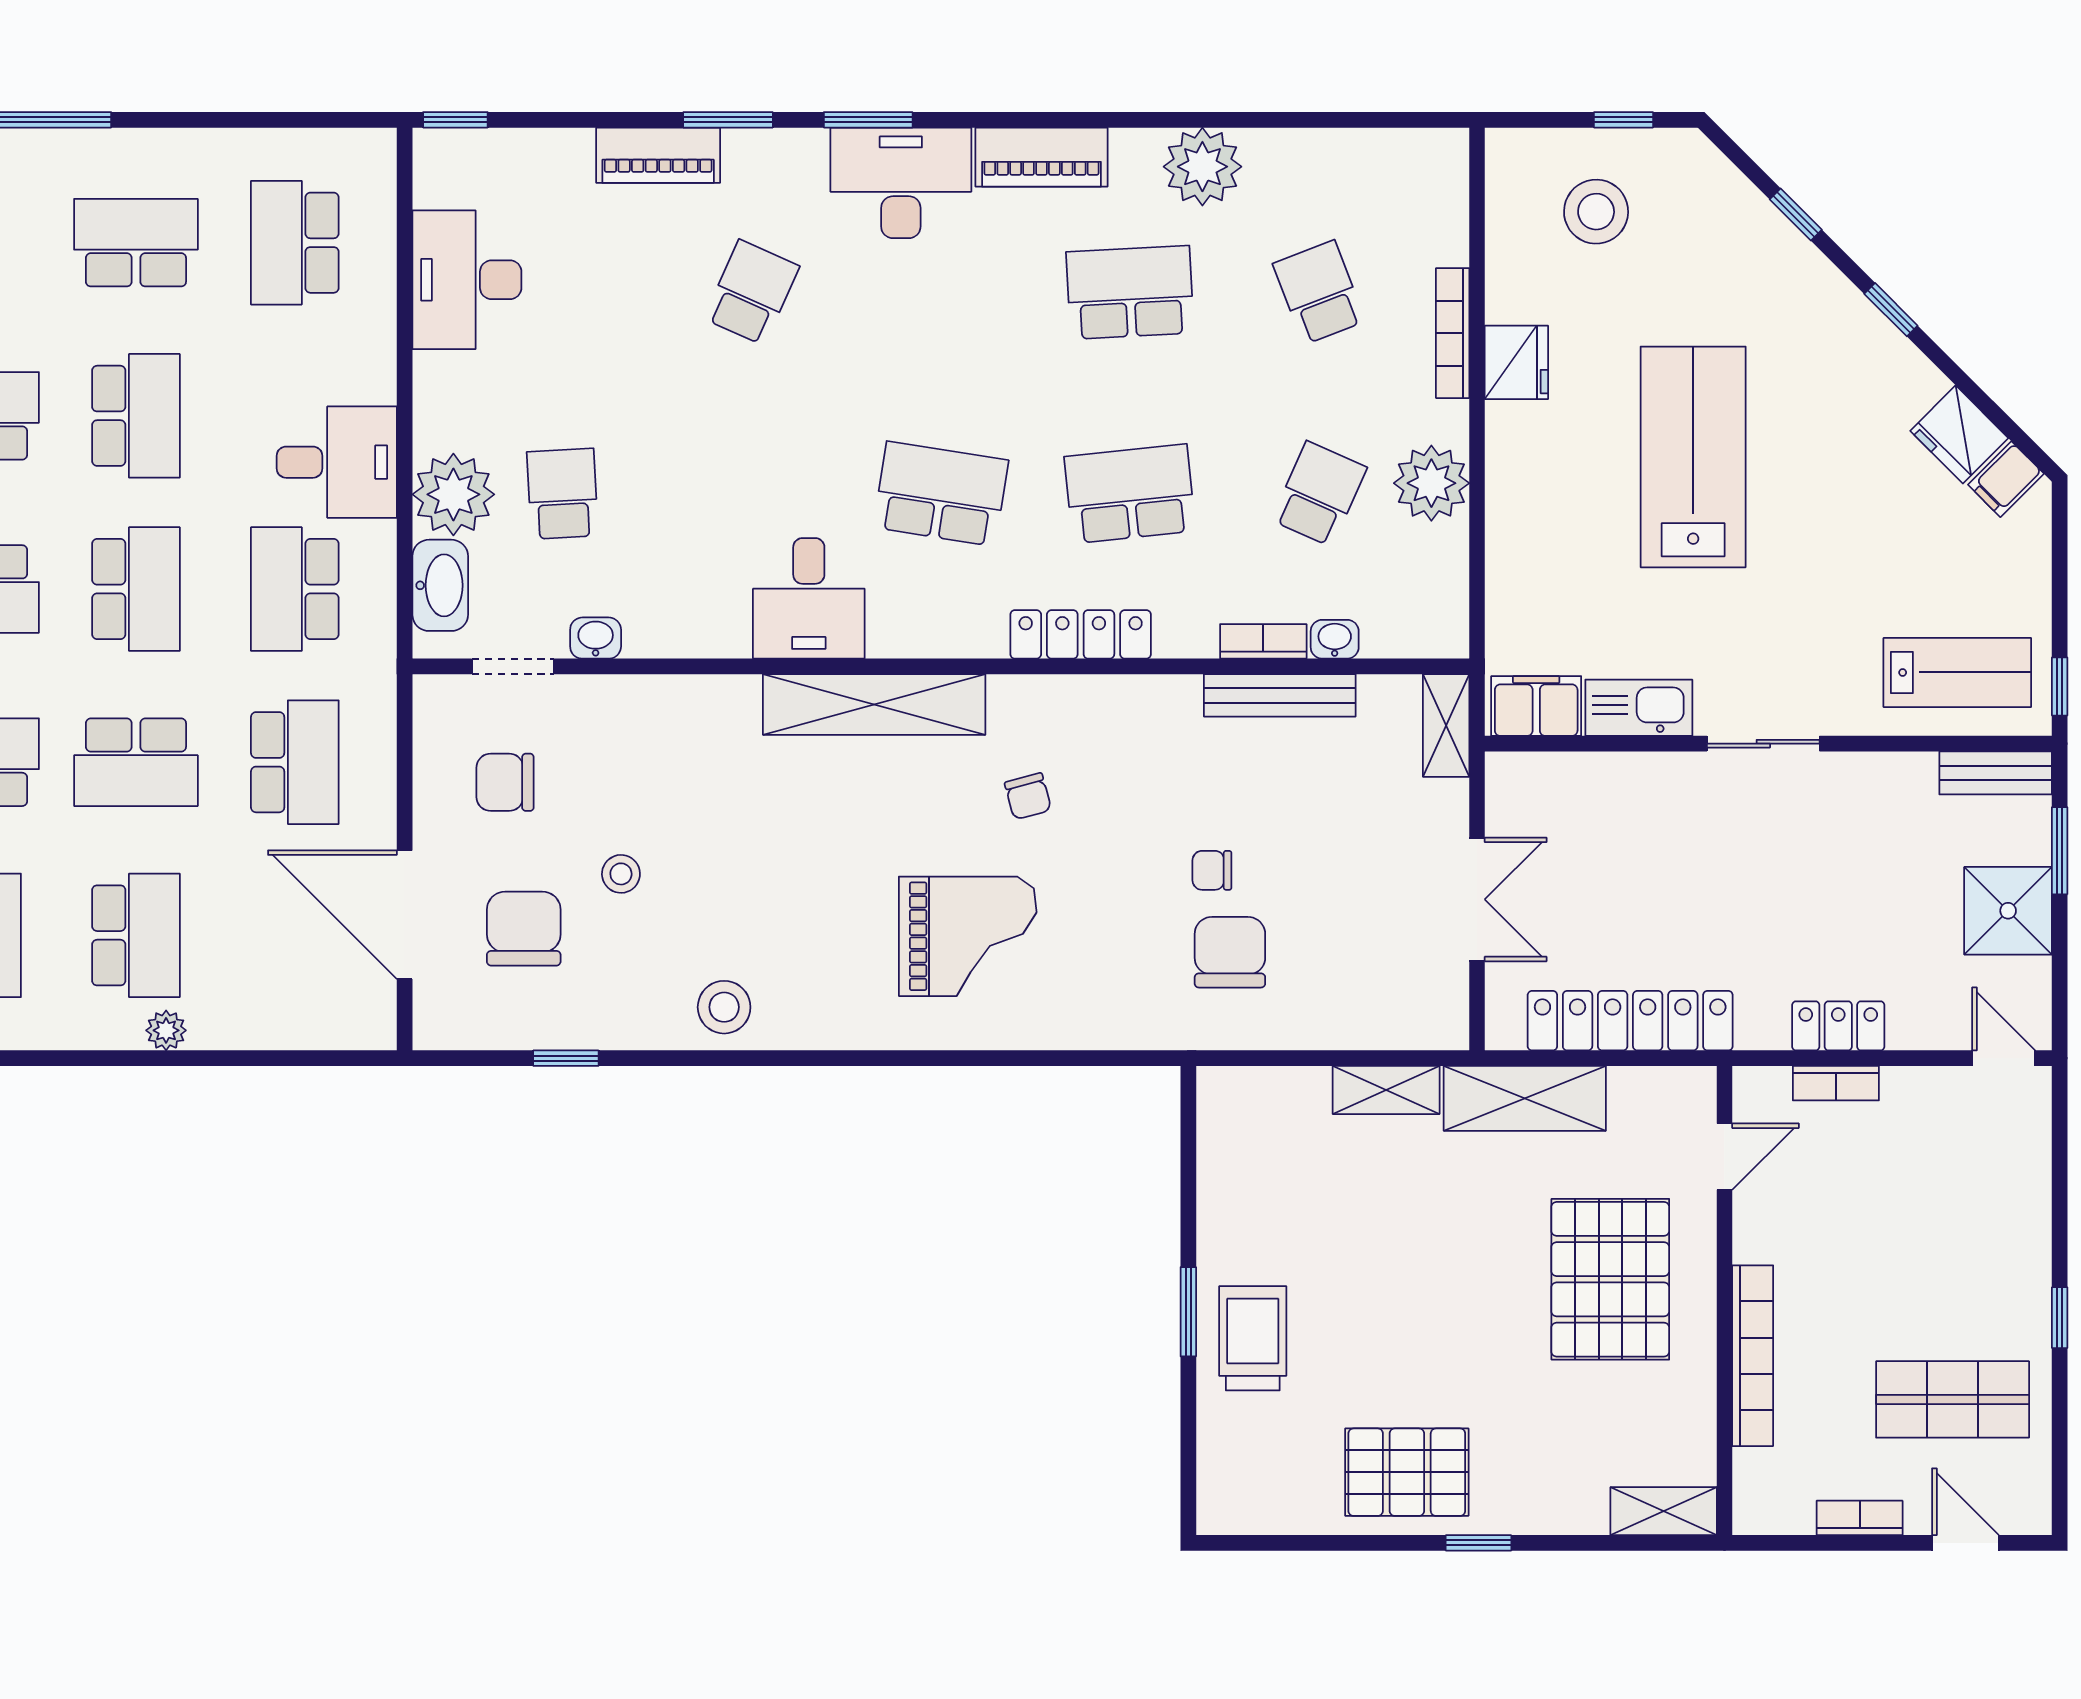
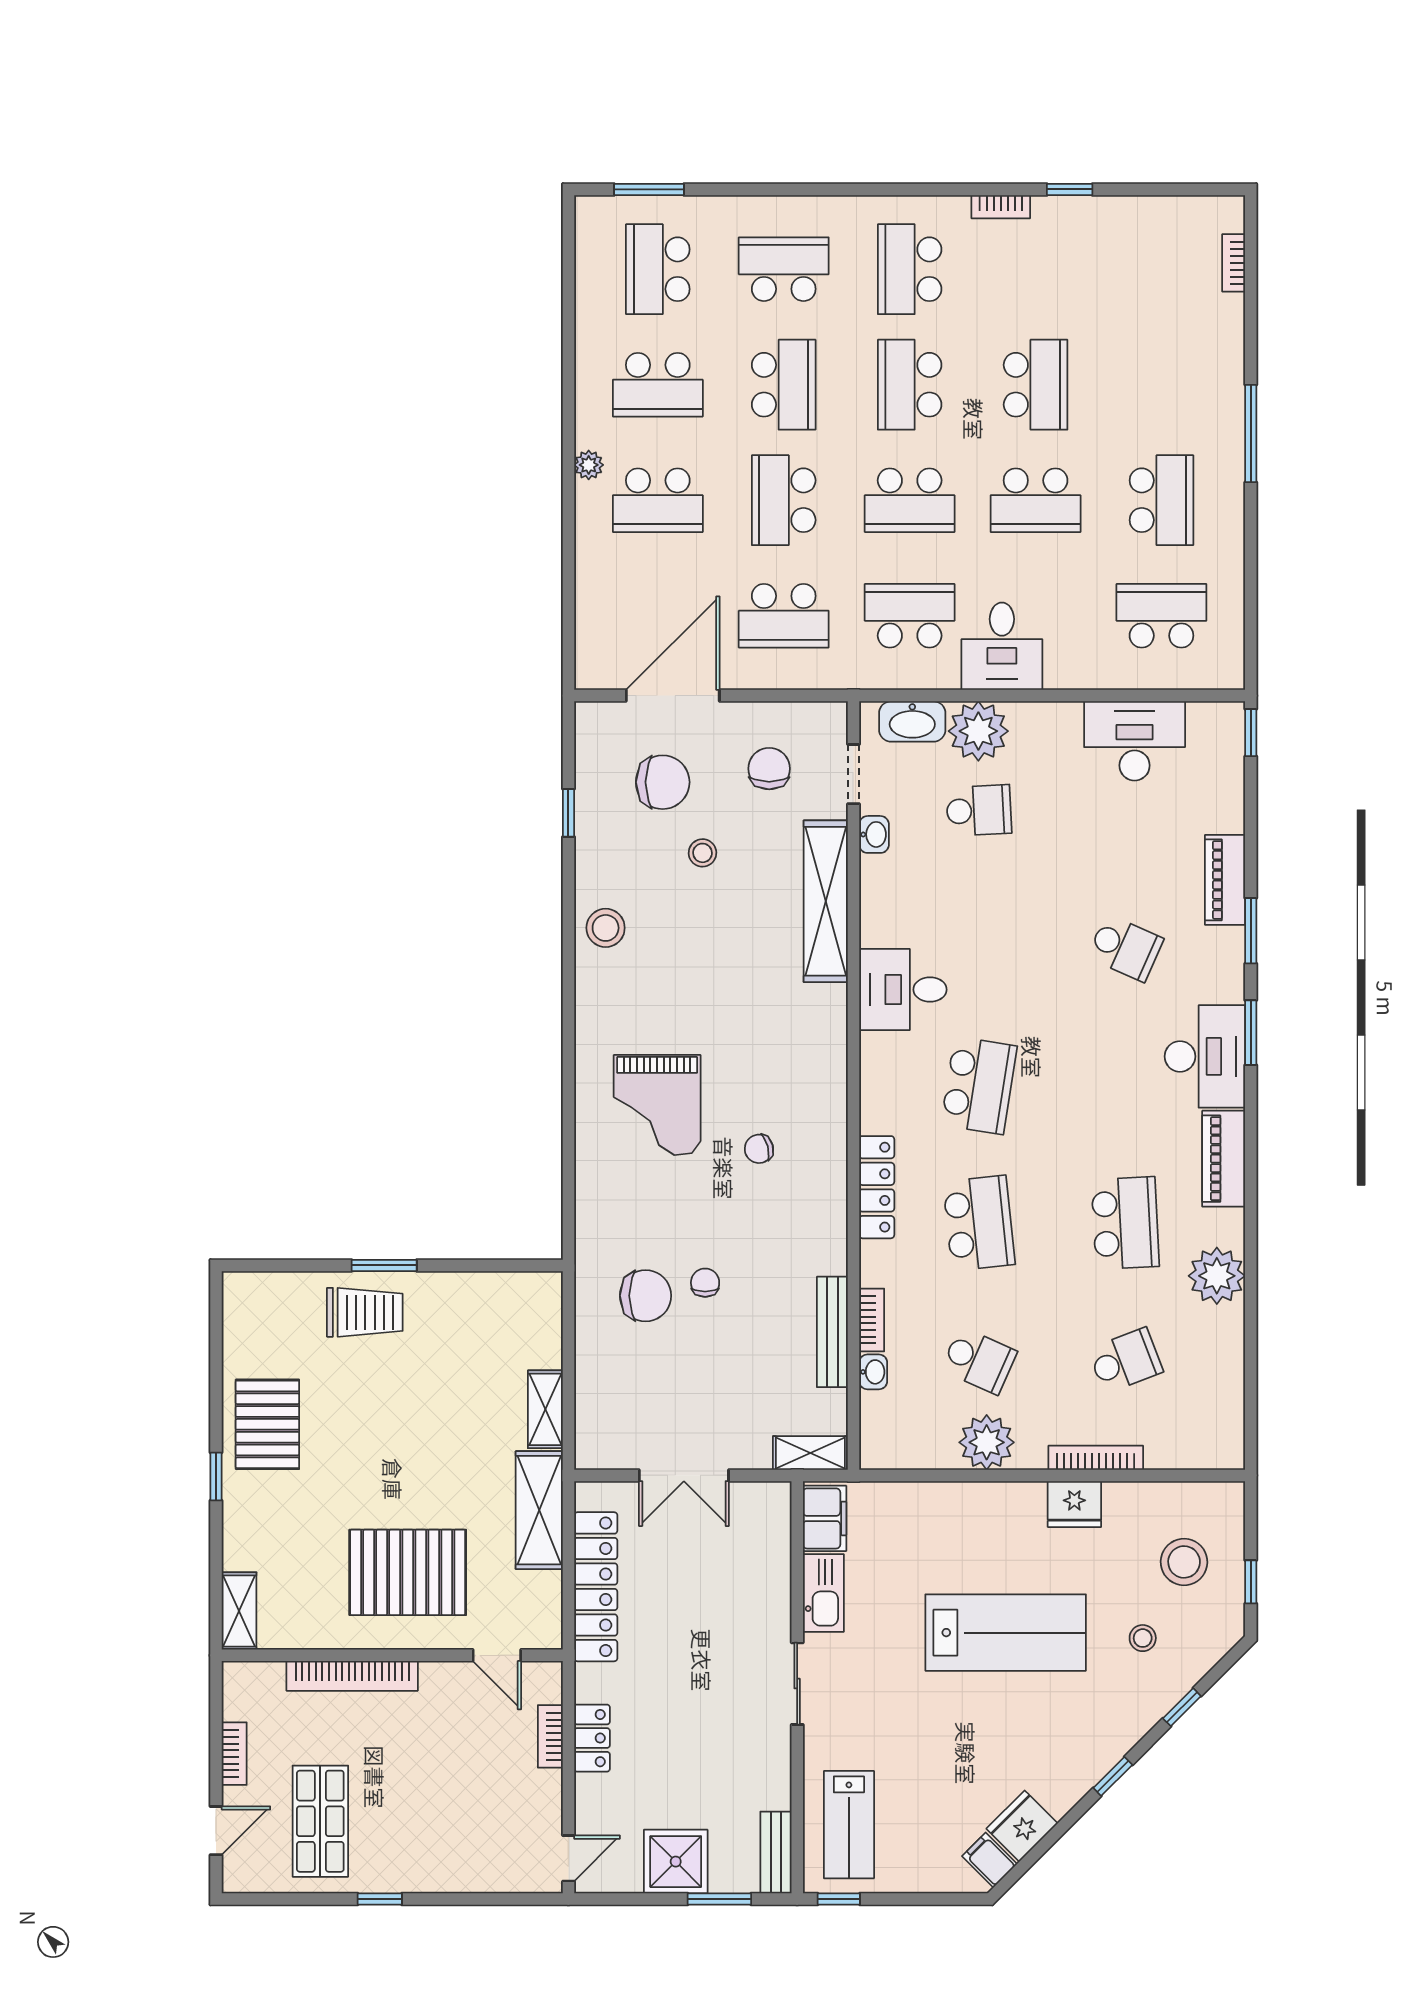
stool: (1701, 269) -> (1143, 1638), added
shelving: (874, 704) -> (826, 901), moved
plant: (166, 1030) -> (589, 465), moved

